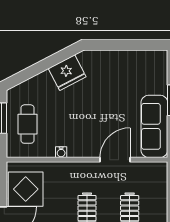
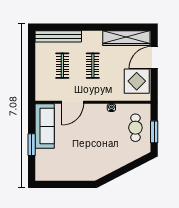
fridge: (67, 73) -> (107, 164), removed

